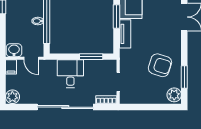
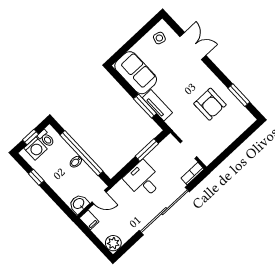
window: (117, 17) -> (145, 106), moved
armchair: (160, 65) -> (210, 104), turned 72
plant: (174, 95) -> (244, 118), removed

